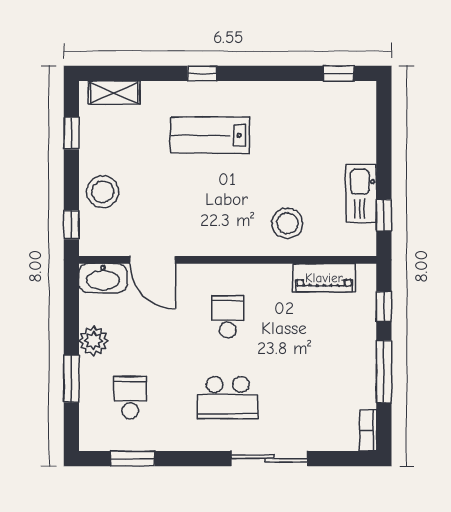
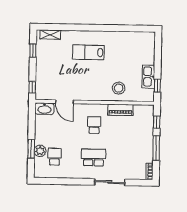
window: (202, 73) -> (86, 28), removed
window: (339, 73) -> (140, 29), removed
stool: (103, 192) -> (45, 74), removed
piano: (324, 278) -> (120, 110), moved
plant: (93, 341) -> (40, 151), moved
school desk: (228, 398) -> (94, 157), turned 180
window: (133, 459) -> (55, 181), removed

